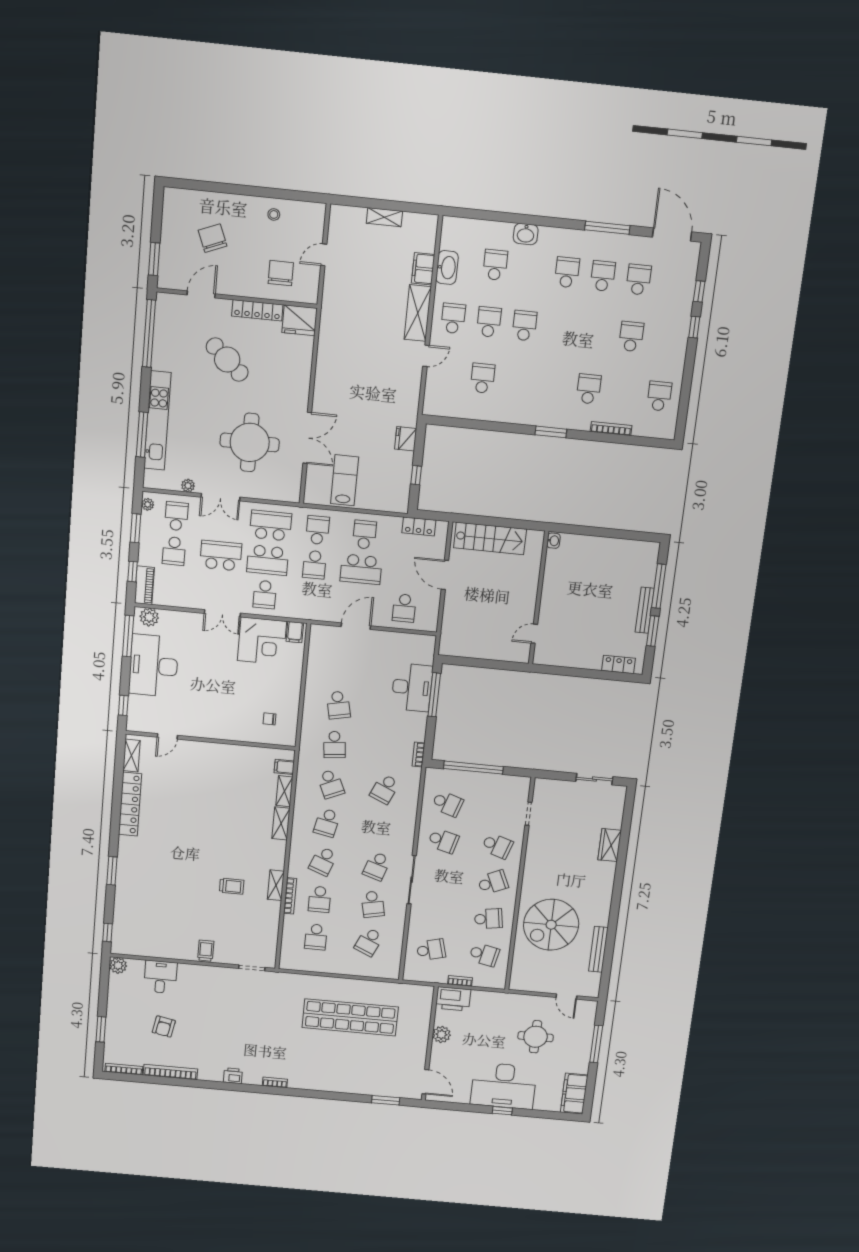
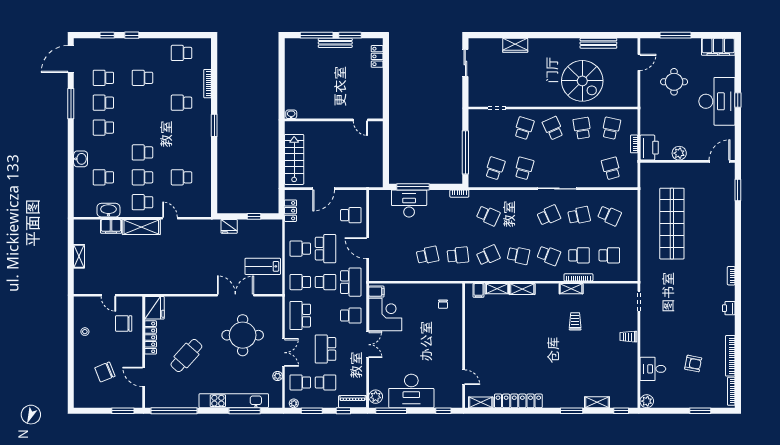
school desk: (268, 560) -> (351, 282), moved
school desk: (377, 866) -> (549, 215), turned -42
shelving: (121, 904) -> (597, 402), added

